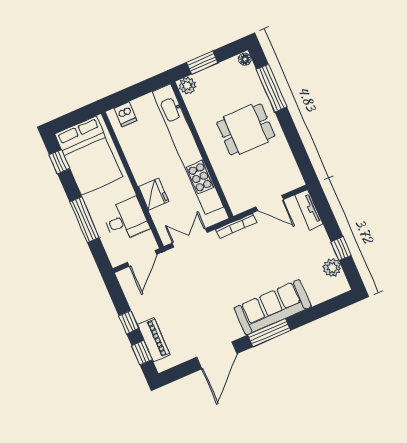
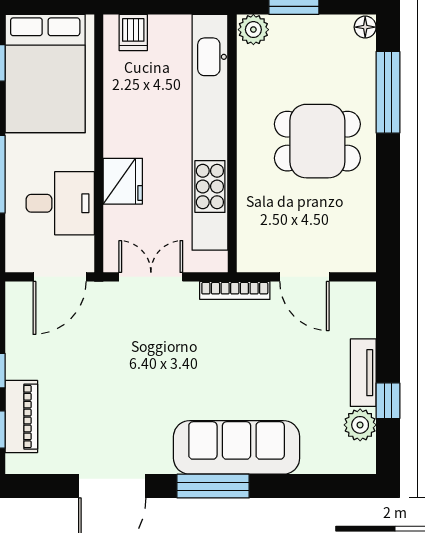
tv unit: (309, 210) -> (363, 373), moved

